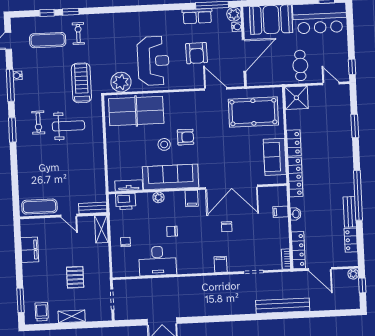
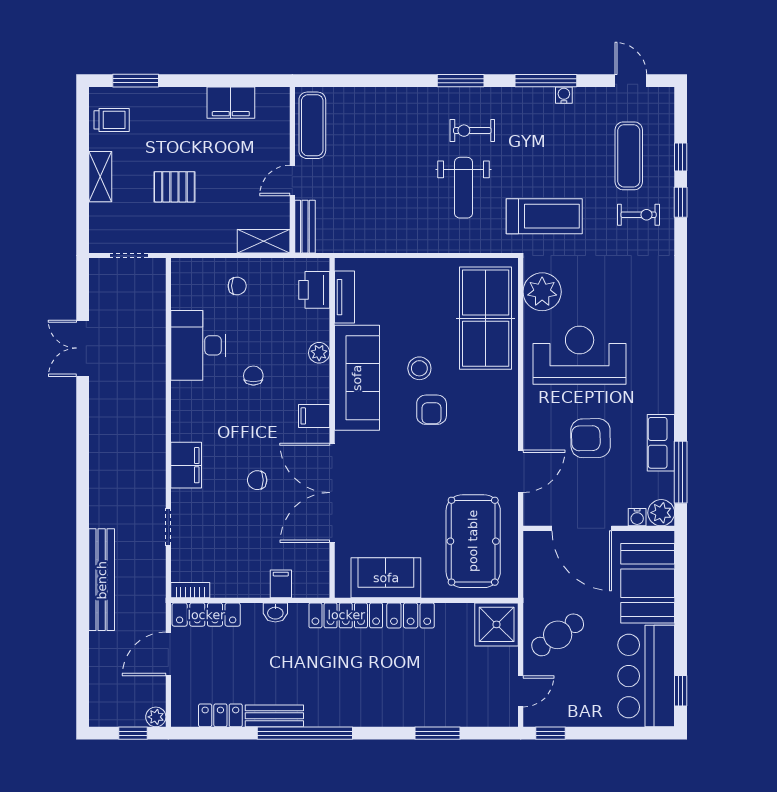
reception desk: (153, 61) -> (580, 355), turned 180
cafe table: (300, 65) -> (558, 635), turned -35
filing cabinet: (221, 264) -> (186, 465), width x2.00

